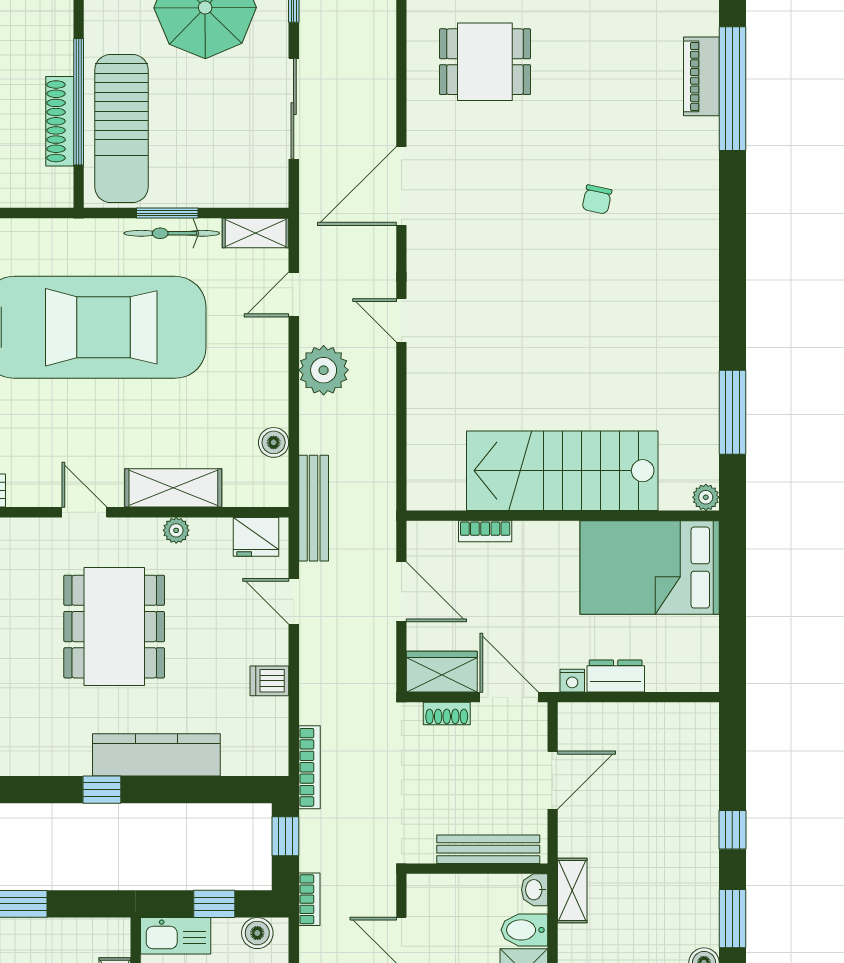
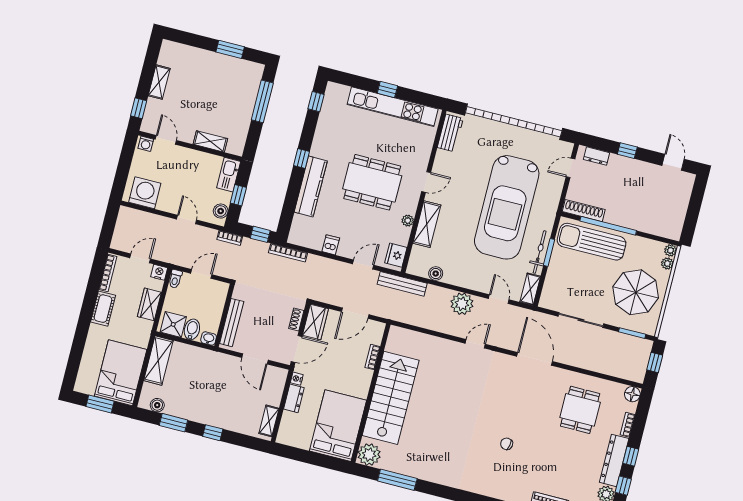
shoe rack: (60, 121) -> (584, 211), moved
plant: (706, 497) -> (369, 455), width x1.88, depth x1.88
shelving: (572, 891) -> (269, 421), moved, turned 90

